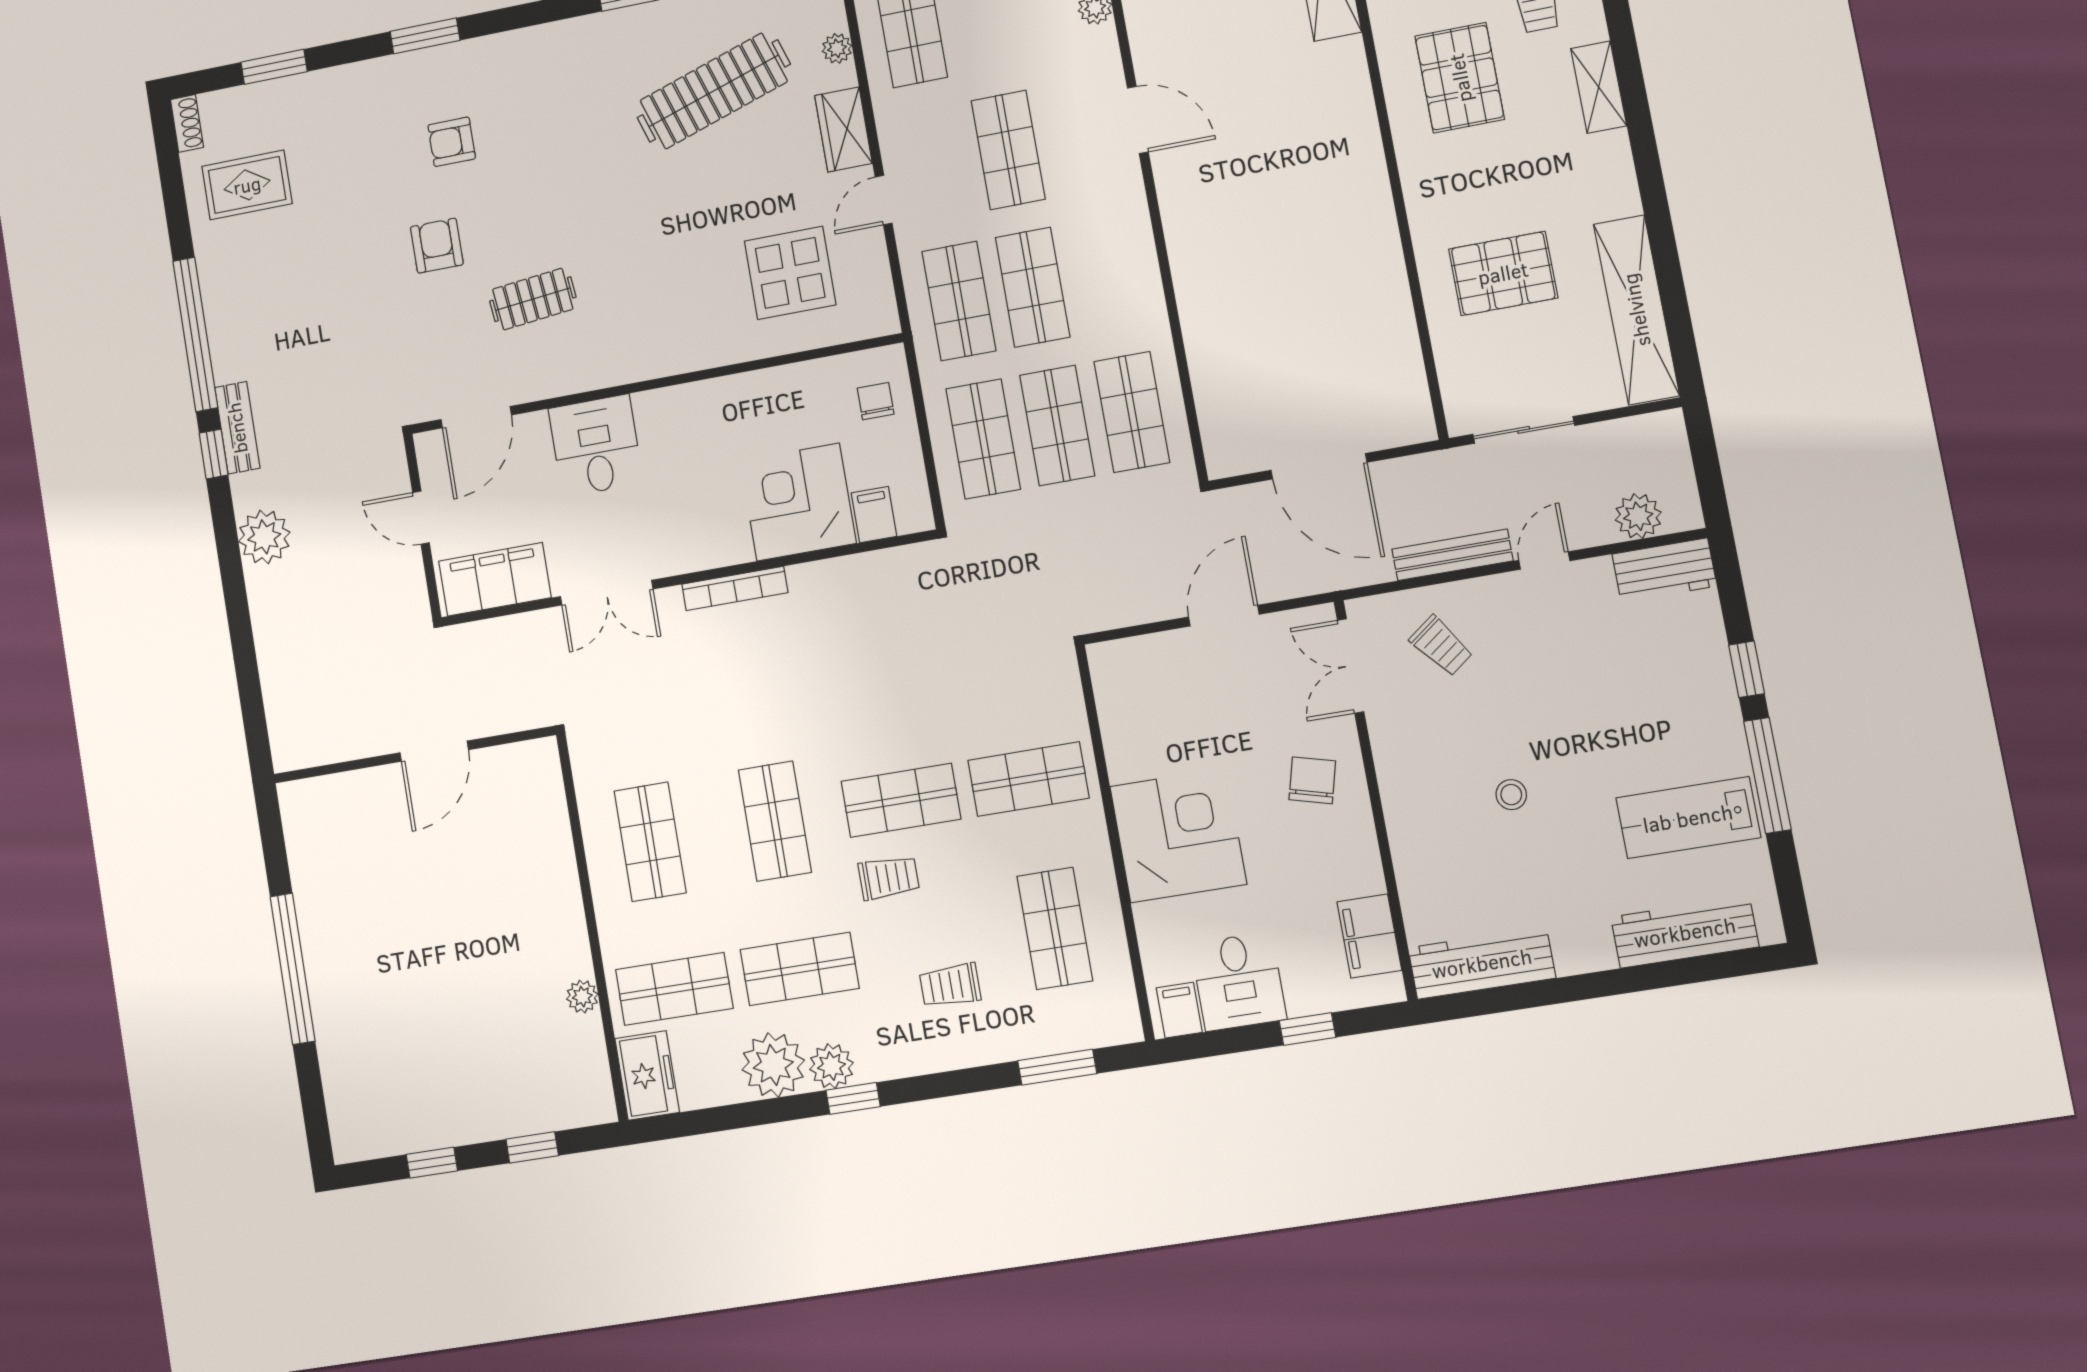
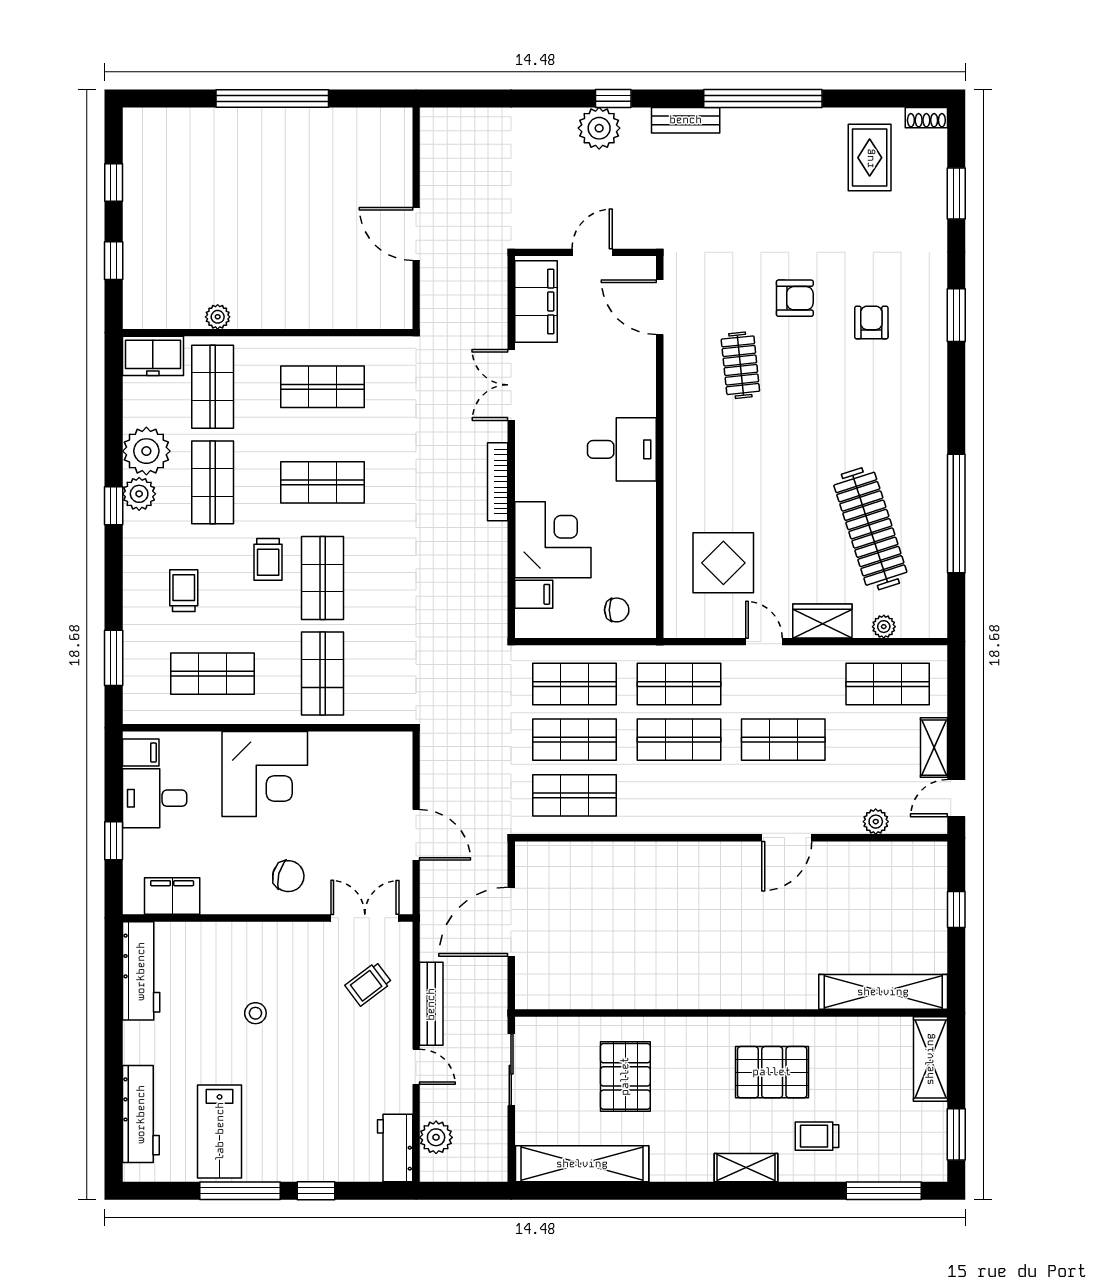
desk: (596, 446) -> (622, 449), moved
window: (214, 454) -> (613, 98), moved
lab bench: (1688, 818) -> (220, 1131), turned 180

